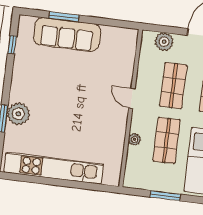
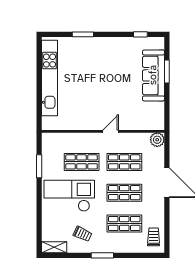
plant: (164, 42) -> (157, 140), moved
plant: (18, 114) -> (88, 46), removed
plant: (135, 139) -> (79, 137), removed

